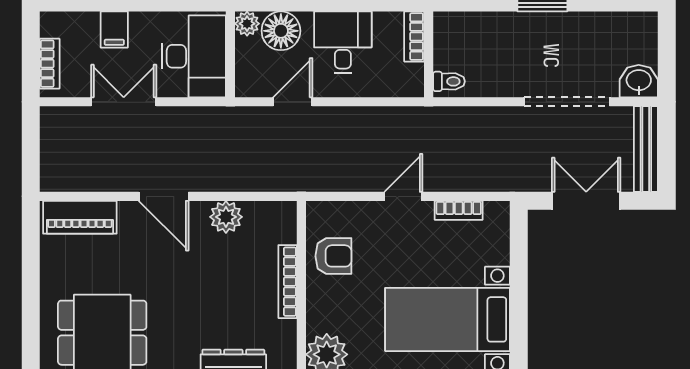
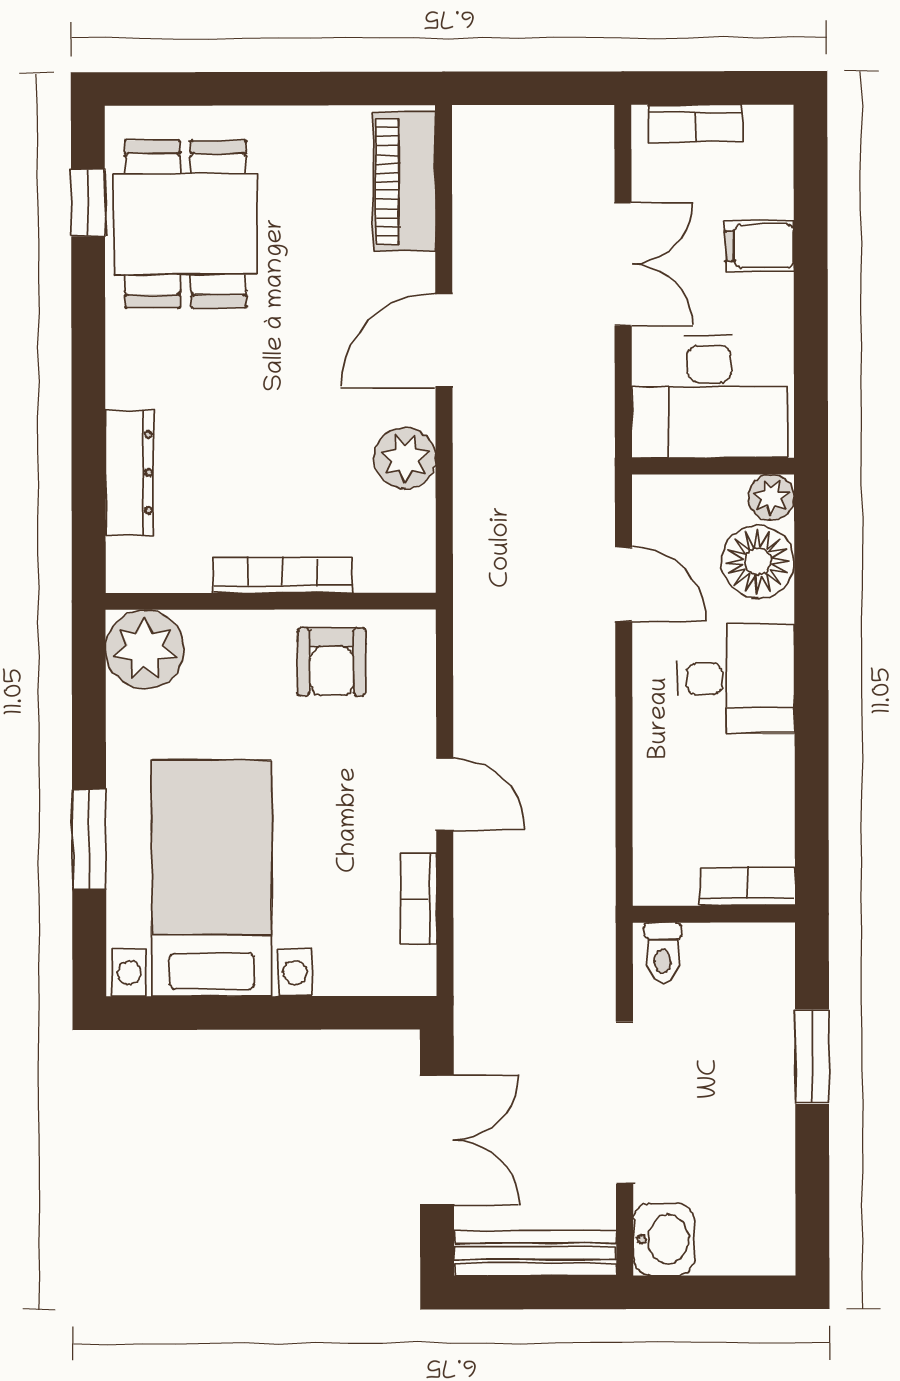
bookcase: (414, 37) -> (748, 887), moved
wall: (429, 54) -> (714, 914), moved
toilet: (449, 81) -> (663, 953), moved

